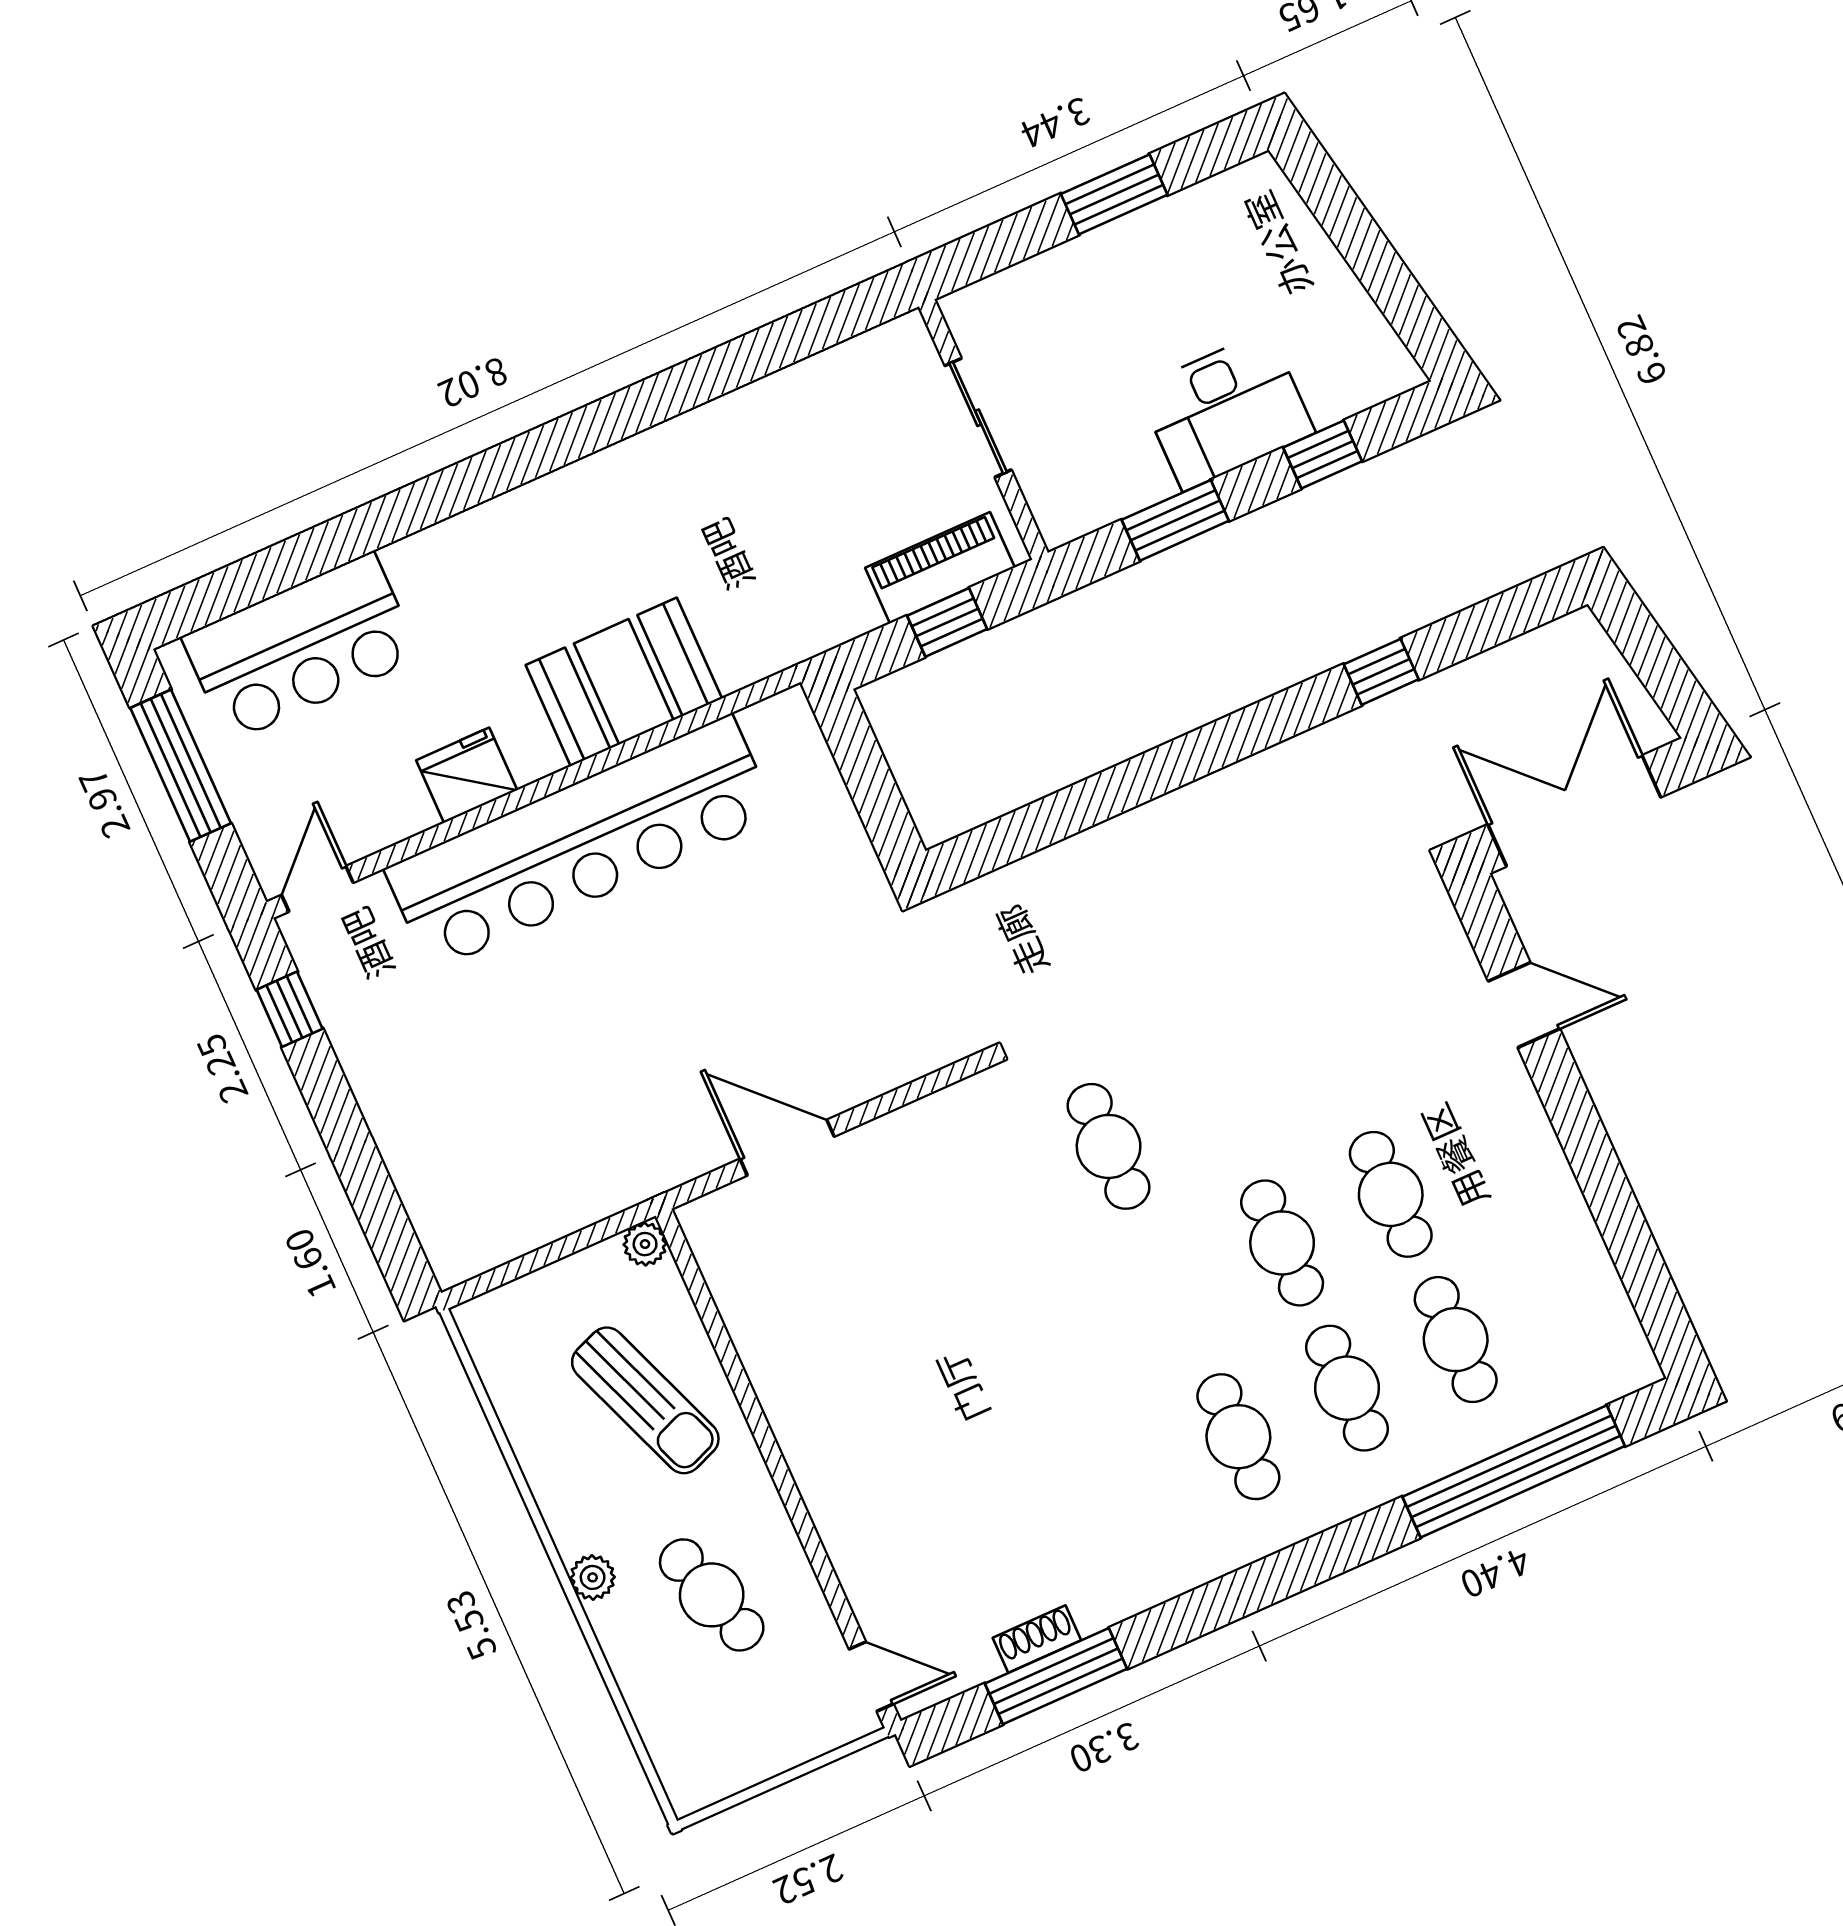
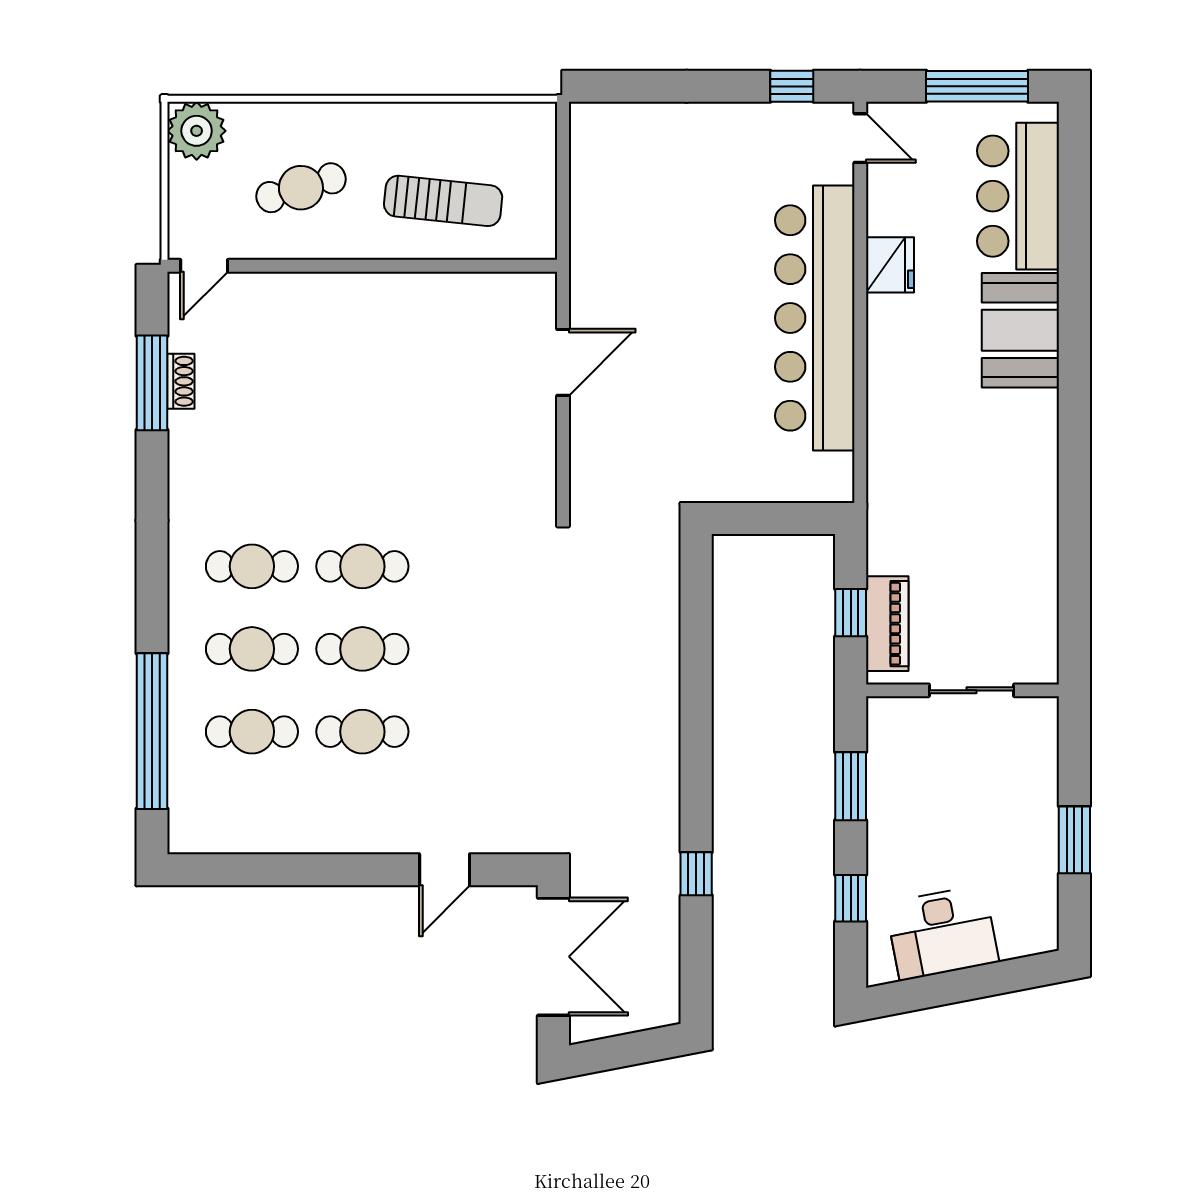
desk: (1226, 410) -> (942, 933), moved, turned -101
booth: (624, 682) -> (1020, 330), moved
cafe table: (1109, 1146) -> (362, 566), moved
plant: (645, 1244) -> (542, 245), removed
sun lounger: (645, 1400) -> (443, 201), turned -153
plant: (593, 1577) -> (197, 131), moved, width x1.87, depth x1.87

